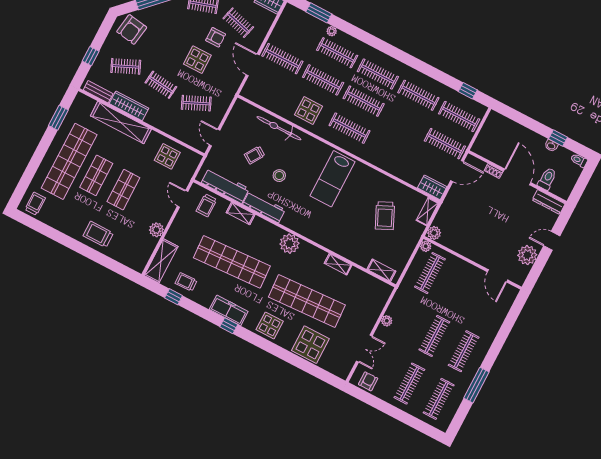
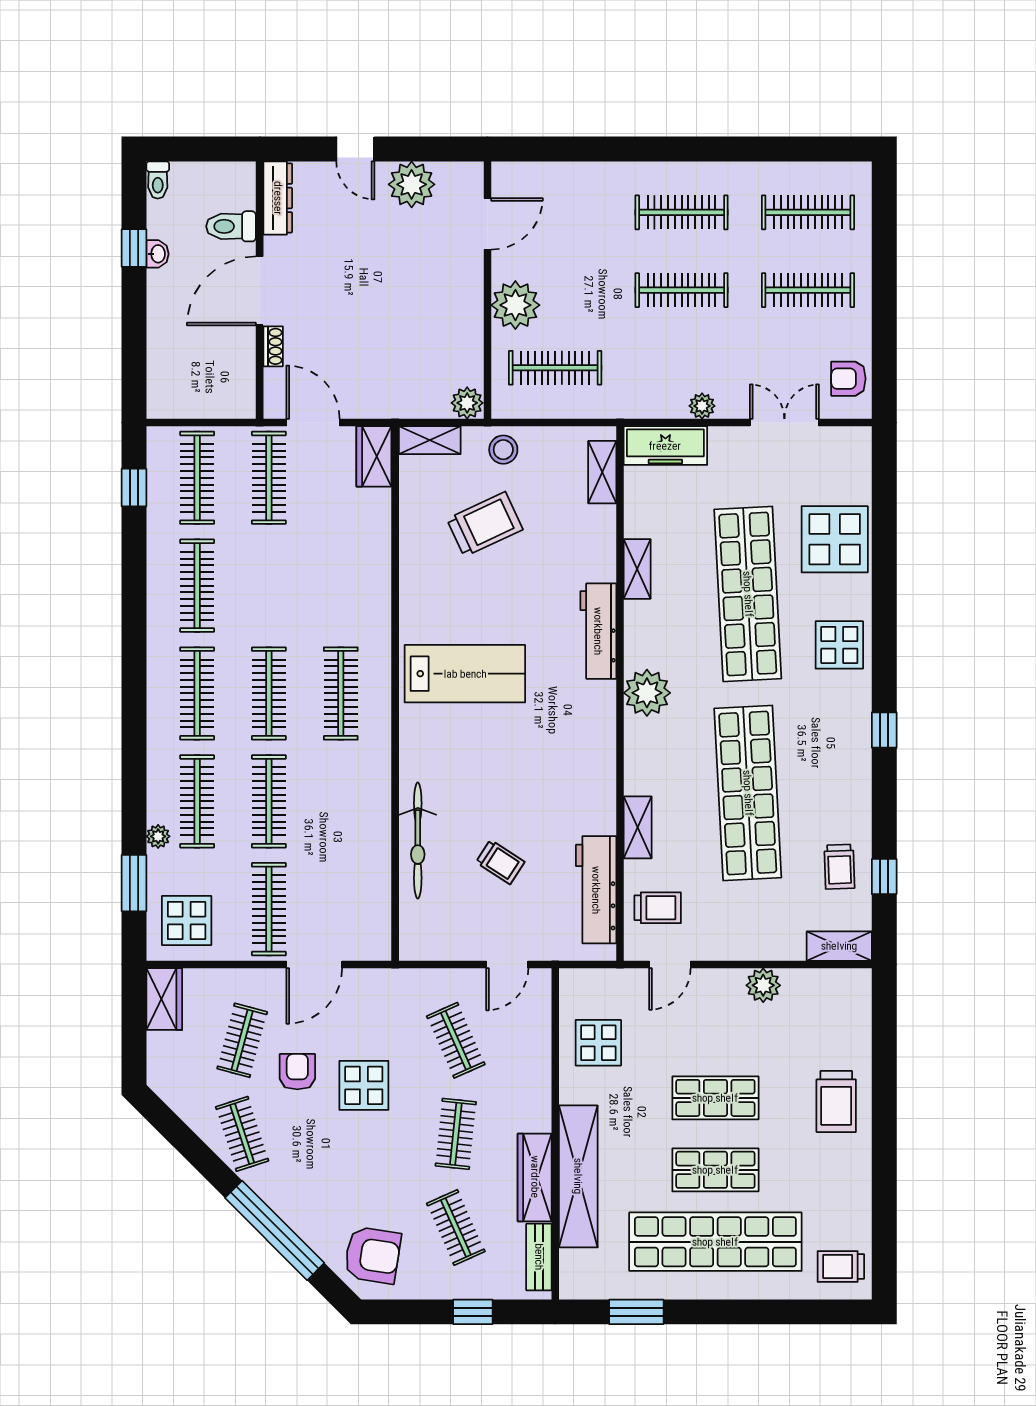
display table: (308, 110) -> (187, 921), moved
stool: (279, 176) -> (503, 450), moved
workbench: (264, 207) -> (598, 631), moved
plant: (426, 246) -> (515, 305), moved, width x1.88, depth x1.88
shelving: (161, 261) -> (839, 946), width x0.67, depth x0.75
freezer: (229, 310) -> (665, 446), moved, turned -90
window: (476, 385) -> (738, 149), removed

